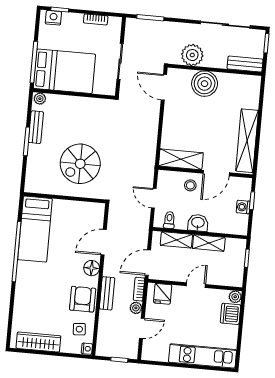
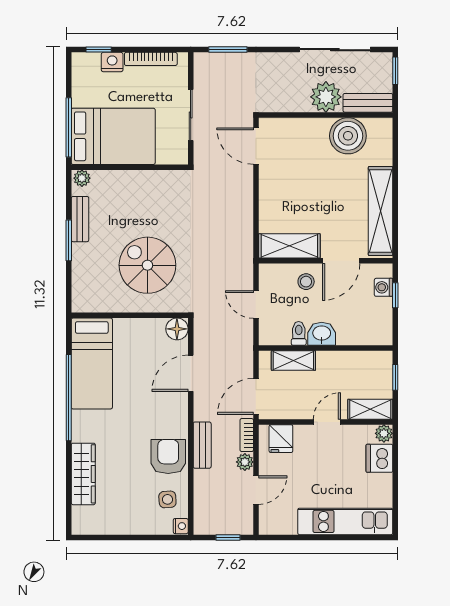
nightstand: (53, 18) -> (112, 62), moved
bookcase: (96, 19) -> (151, 59), width x1.56
plant: (192, 55) -> (326, 97), moved
boiler: (205, 84) -> (348, 136), moved
spiral stairs: (80, 164) -> (147, 265), turned 90
washing machine: (243, 207) -> (384, 287), moved
toilet: (169, 220) -> (299, 333), moved
shelving: (209, 243) -> (370, 409), moved
floor lamp: (92, 268) -> (177, 329), moved
wardrobe: (38, 342) -> (83, 474), moved, turned 90

